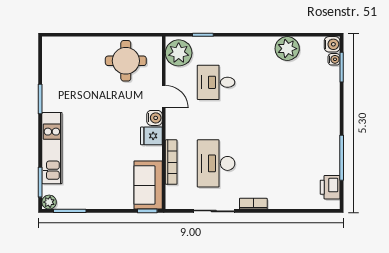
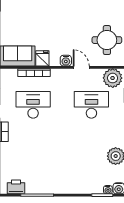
desk: (216, 82) -> (91, 105), width x1.37
door: (164, 97) -> (81, 67), swing flipped
fridge: (151, 136) -> (42, 58), moved

